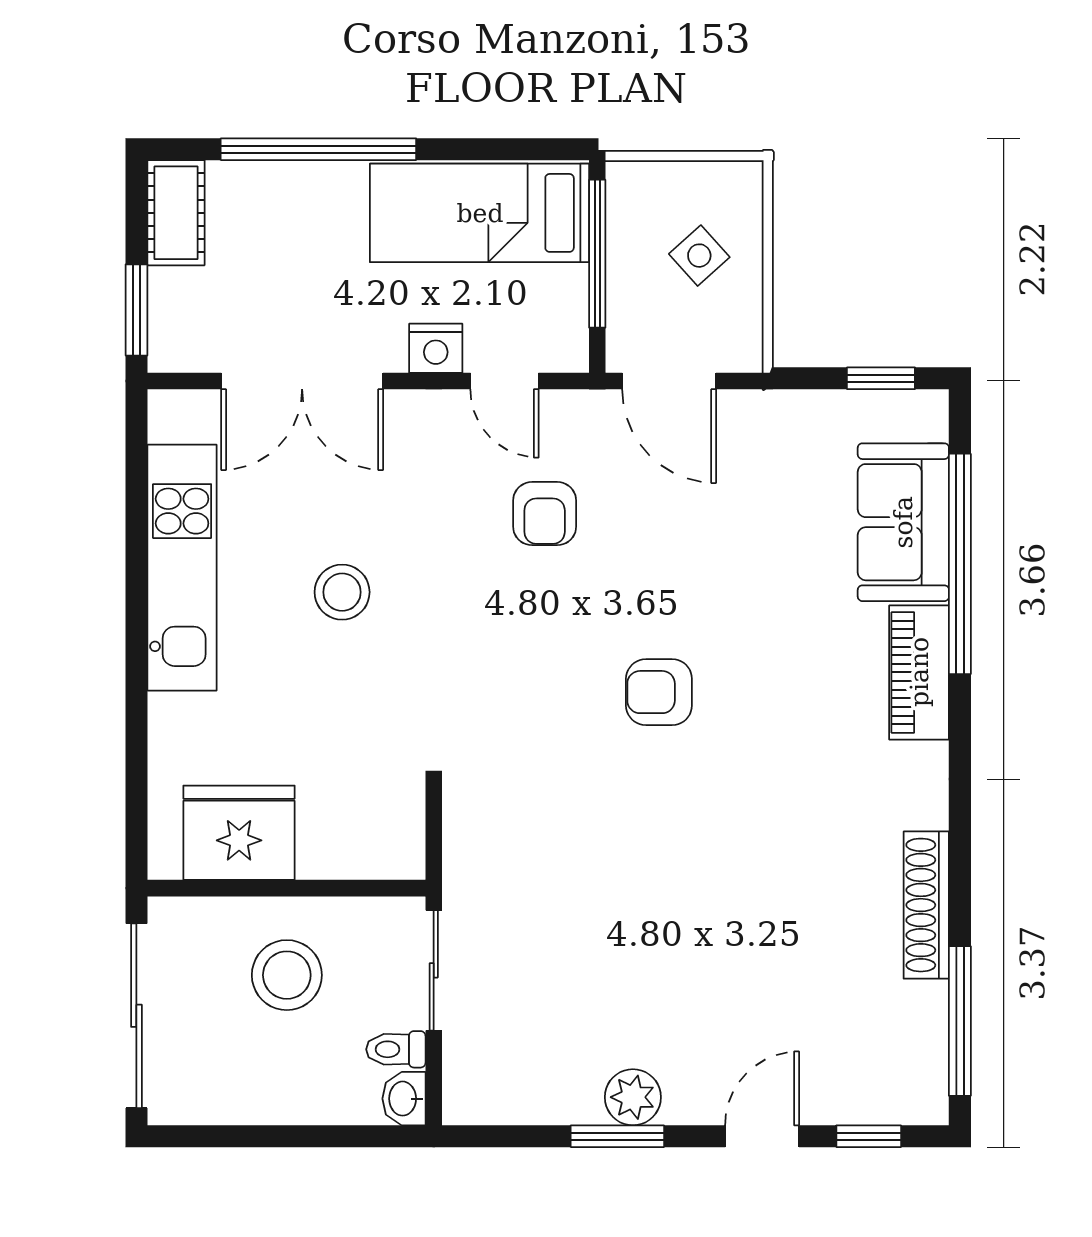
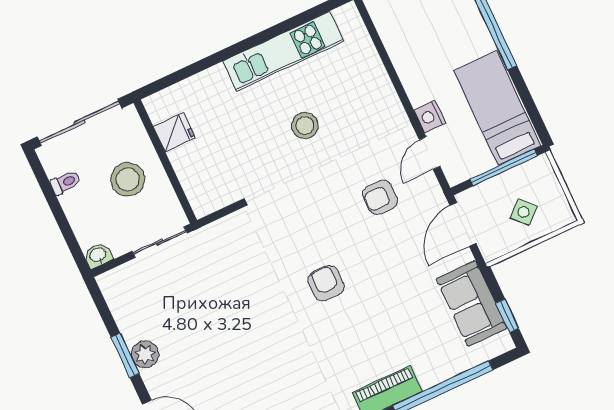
double door: (302, 381) -> (388, 65), removed
sofa: (903, 522) -> (472, 304), moved, turned -90
fridge: (239, 833) -> (175, 132), width x0.53, depth x0.75
toilet: (396, 1049) -> (65, 183), moved, turned 90

